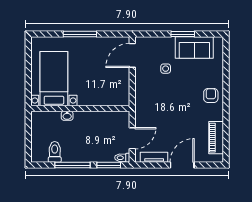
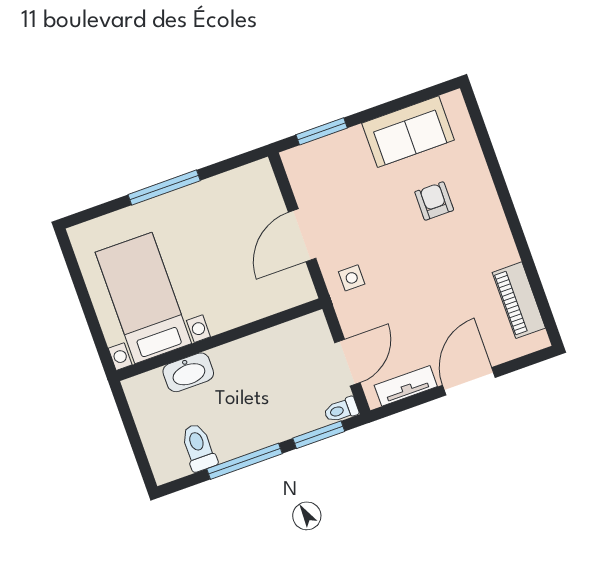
window: (183, 34) -> (322, 131), moved
door: (132, 55) -> (302, 235), moved
side table: (166, 69) -> (352, 278), moved
armchair: (211, 96) -> (434, 201), moved
washbasin: (67, 116) -> (188, 372), width x1.91, depth x1.45

